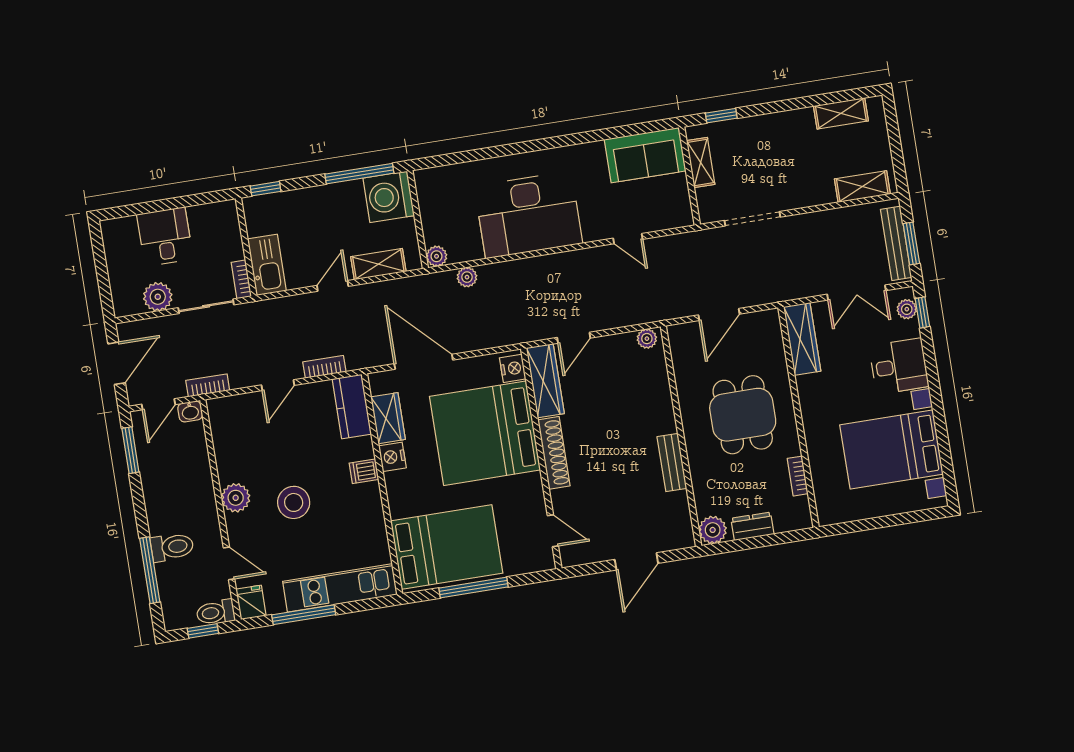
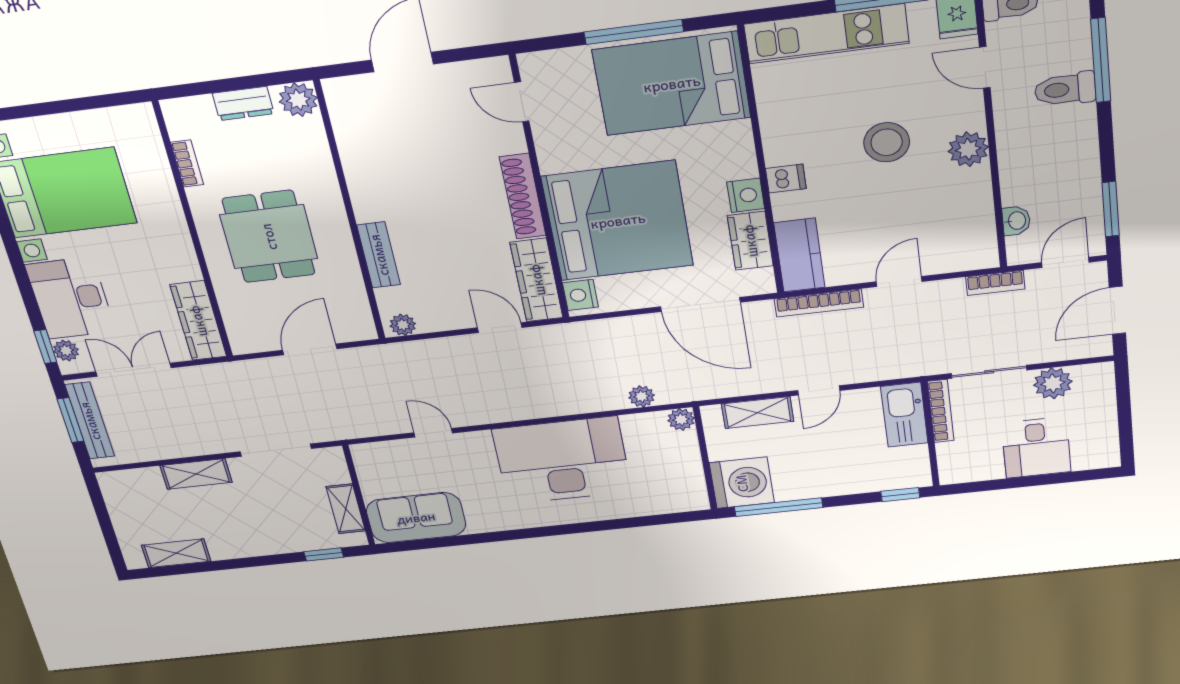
shelving: (862, 187) -> (196, 474), moved
bookcase: (241, 279) -> (941, 411), width x1.56
door: (574, 338) -> (500, 328), hinge flipped
desk: (899, 366) -> (71, 298), width x1.37
bookcase: (324, 367) -> (819, 303), width x1.56
washbasin: (190, 411) -> (1016, 221), moved, turned 90
bench: (672, 462) -> (379, 255), moved

